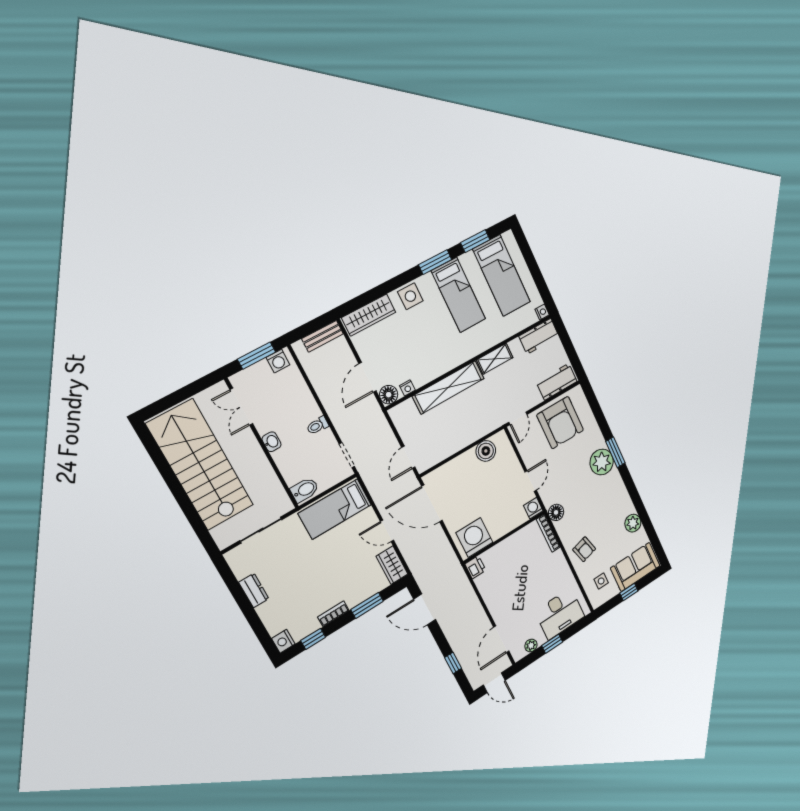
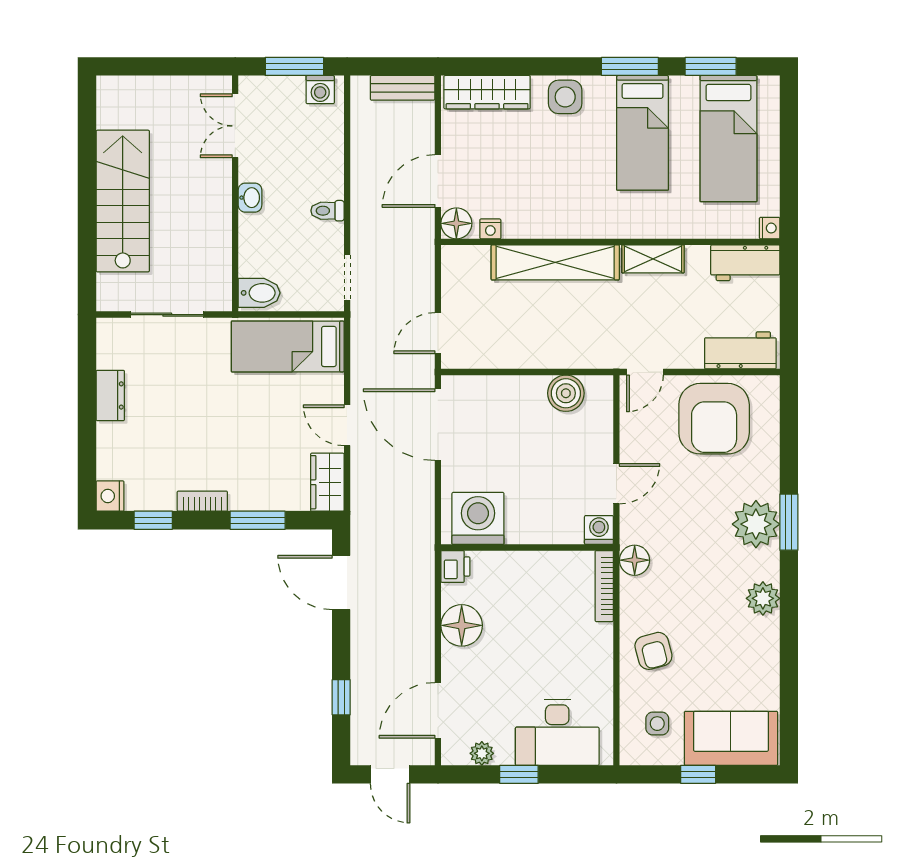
stairs: (200, 465) -> (123, 201), width x0.73, depth x0.66
plant: (633, 523) -> (763, 598), moved
floor lamp: (492, 593) -> (462, 625), added

